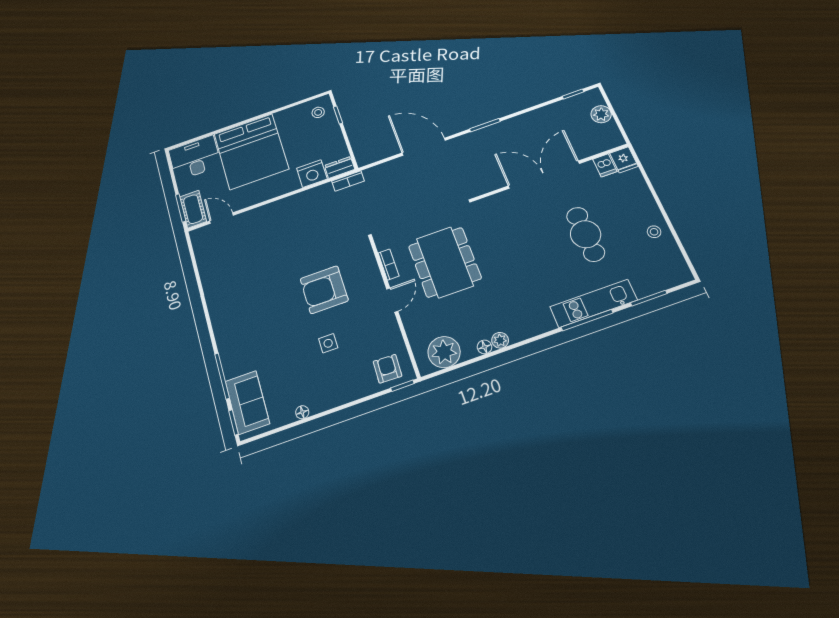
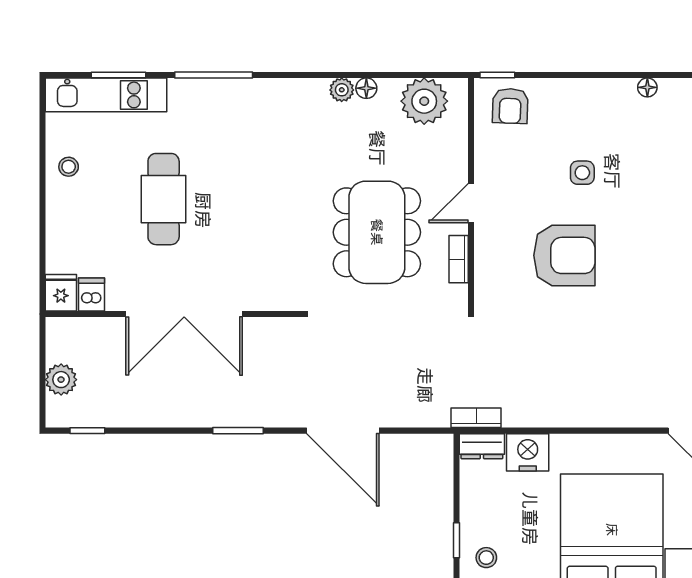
kitchen unit: (594, 303) -> (106, 95), moved

